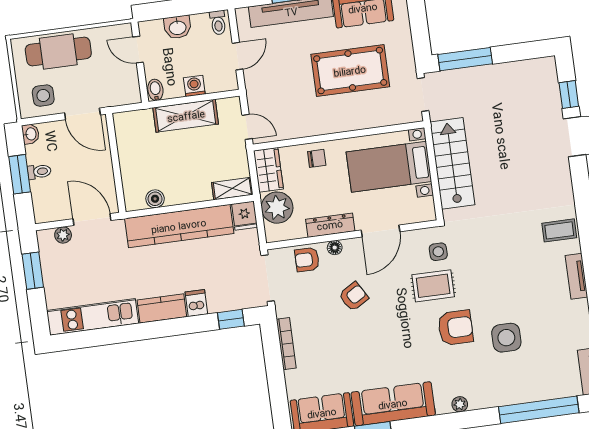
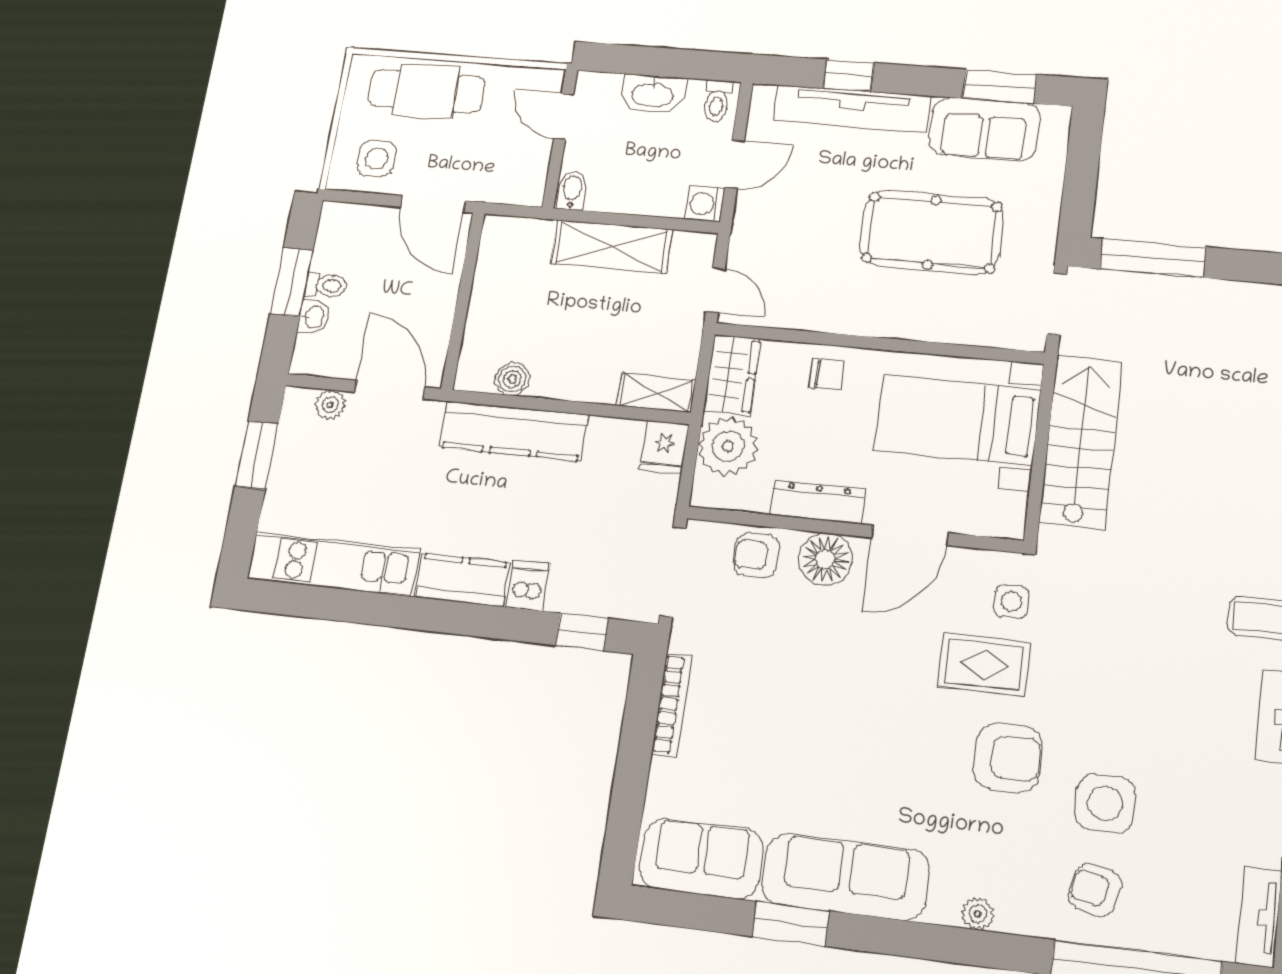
washbasin: (178, 27) -> (653, 94), width x1.38
washing machine: (194, 86) -> (705, 204), moved, turned -90
washbasin: (31, 134) -> (314, 317), moved
kitchen counter: (179, 226) -> (513, 431), width x0.72, depth x0.86
floor lamp: (335, 248) -> (825, 559), width x1.89, depth x1.89
armchair: (354, 297) -> (1095, 890), moved, turned -136

